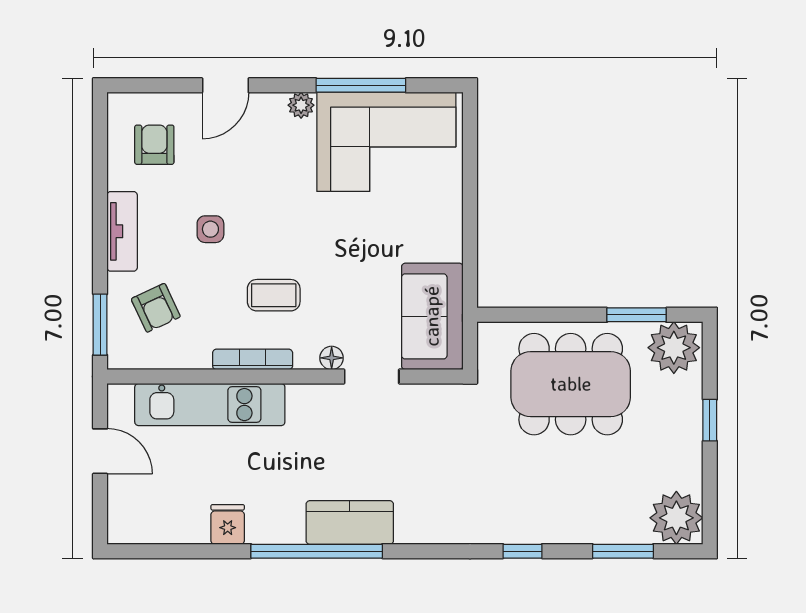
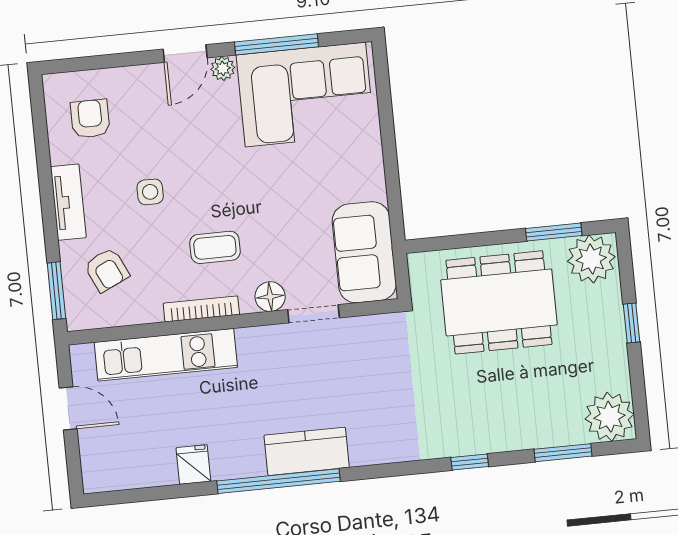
door: (225, 85) -> (185, 54), moved
floor lamp: (332, 358) -> (270, 297), width x1.37, depth x1.37

